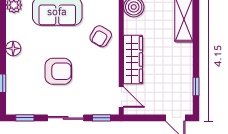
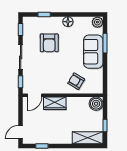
wardrobe: (133, 59) -> (55, 103), width x0.67
armchair: (58, 71) -> (49, 43), moved

